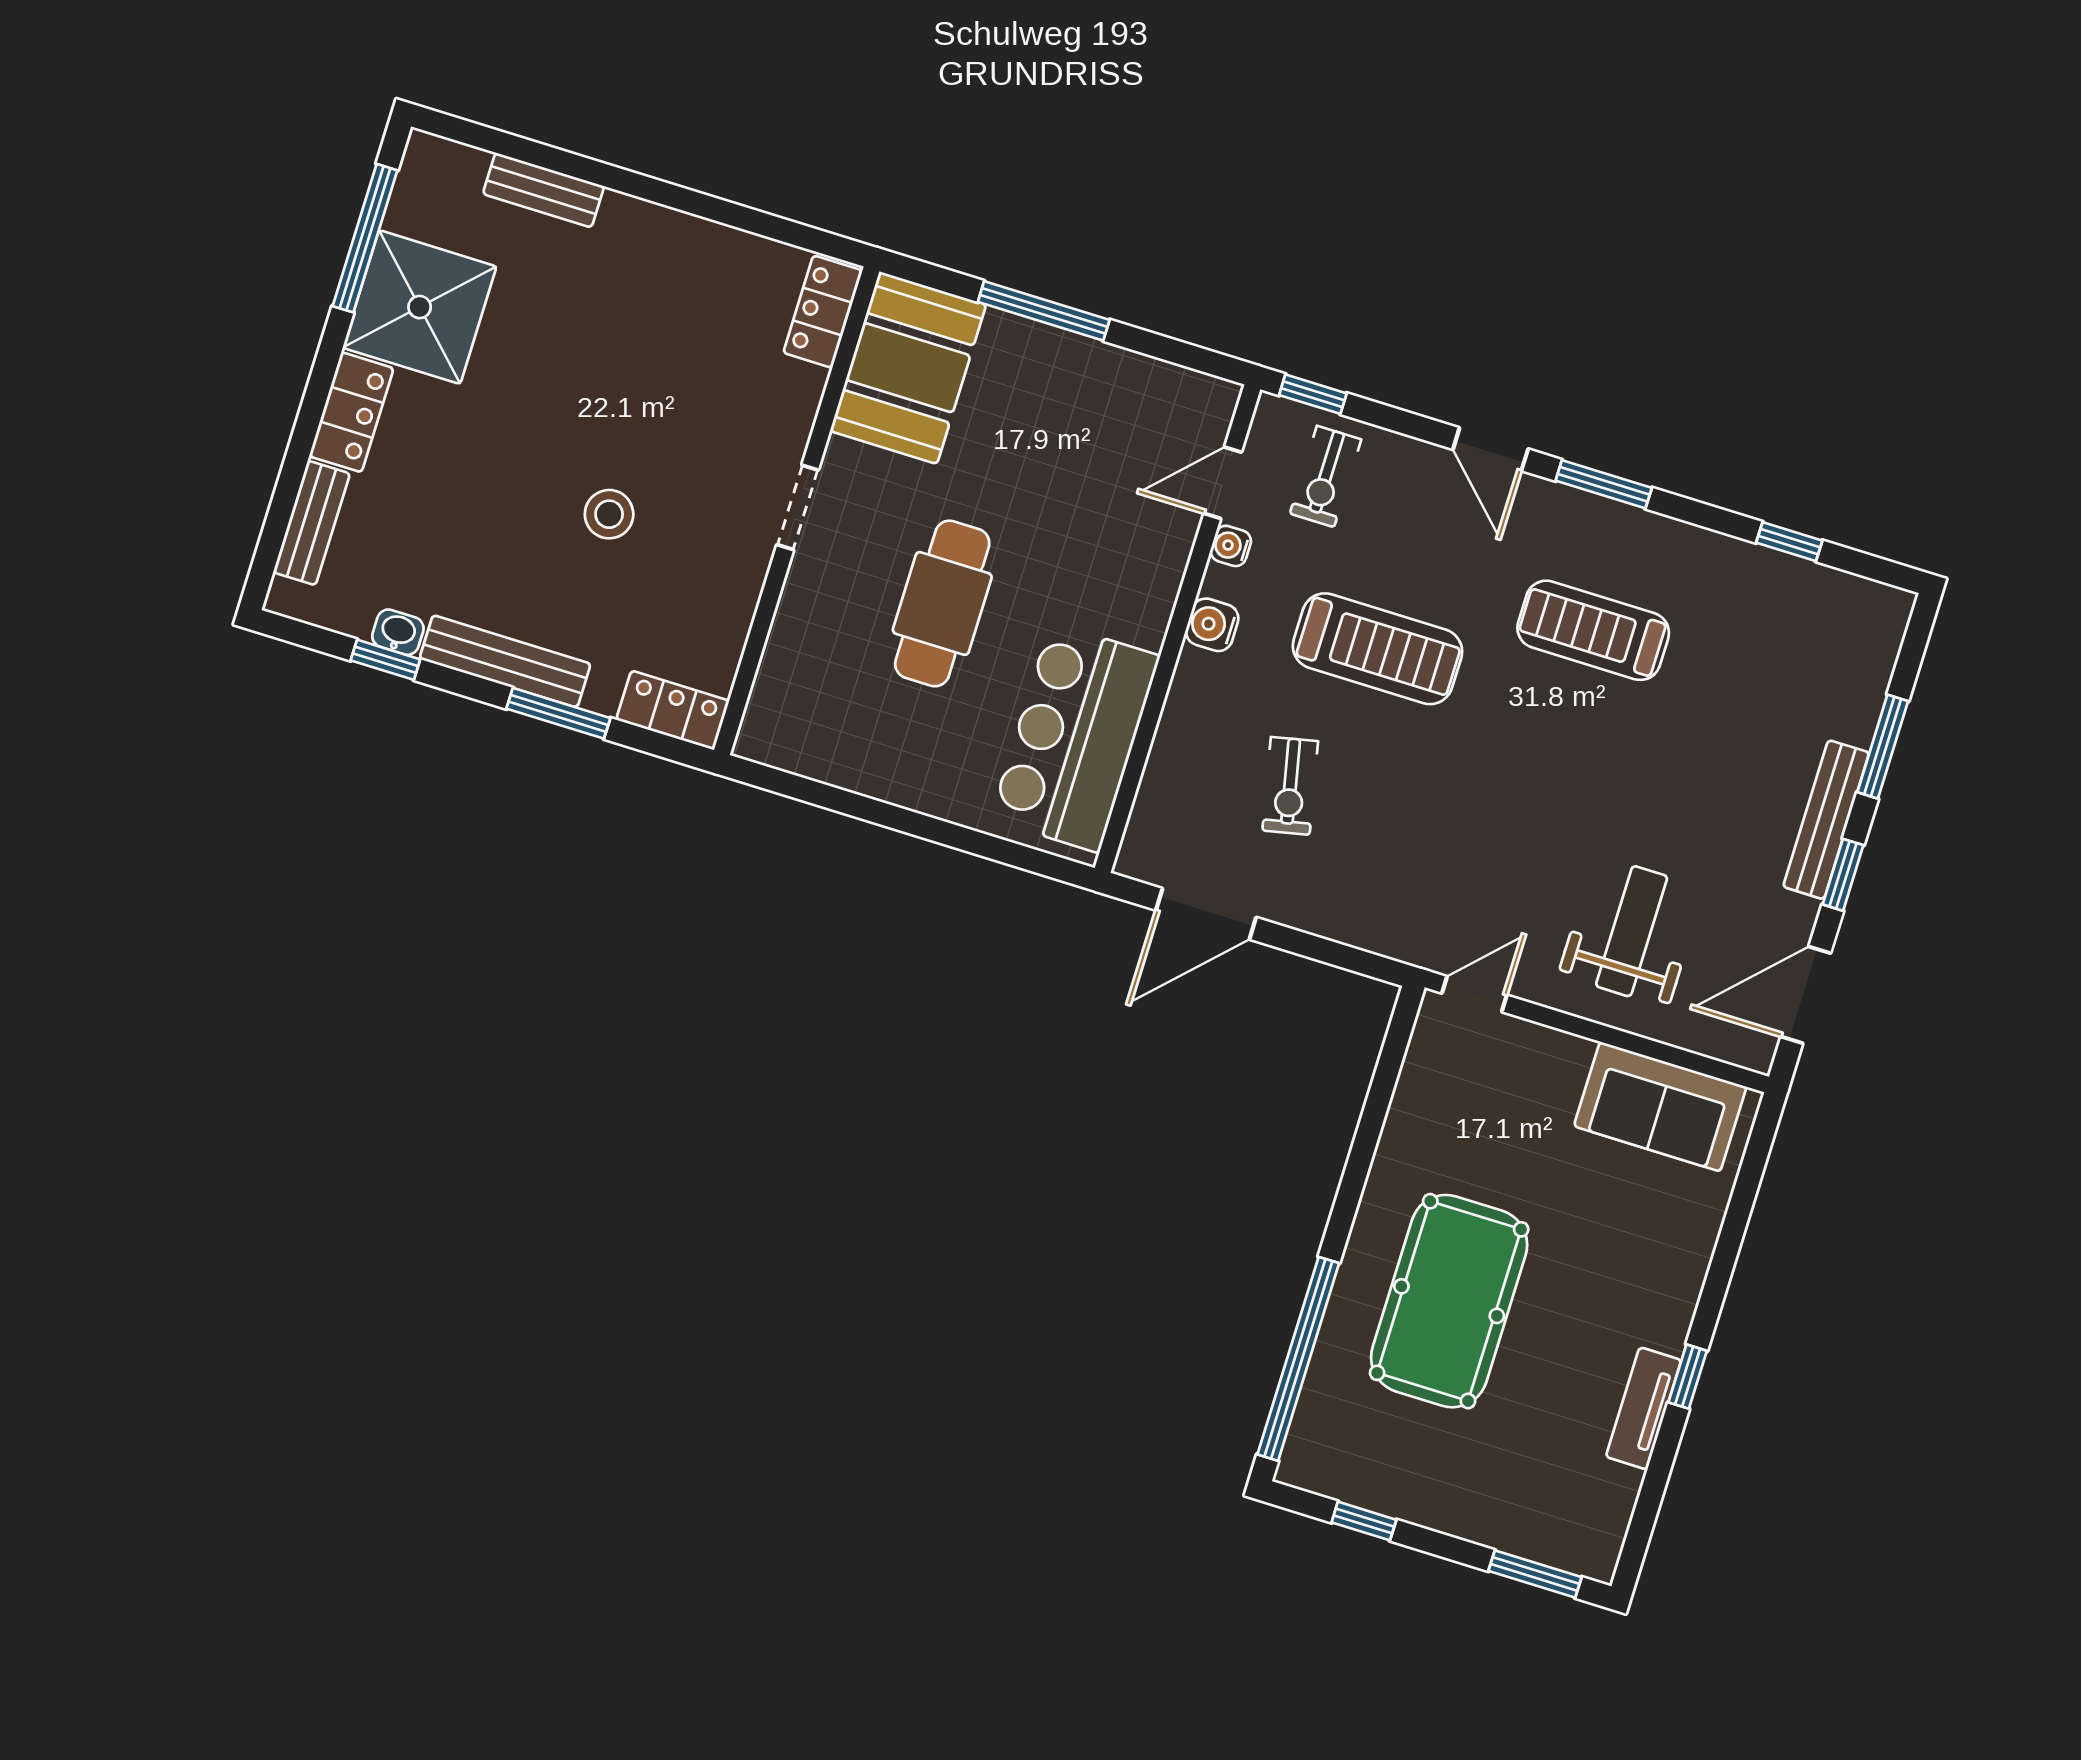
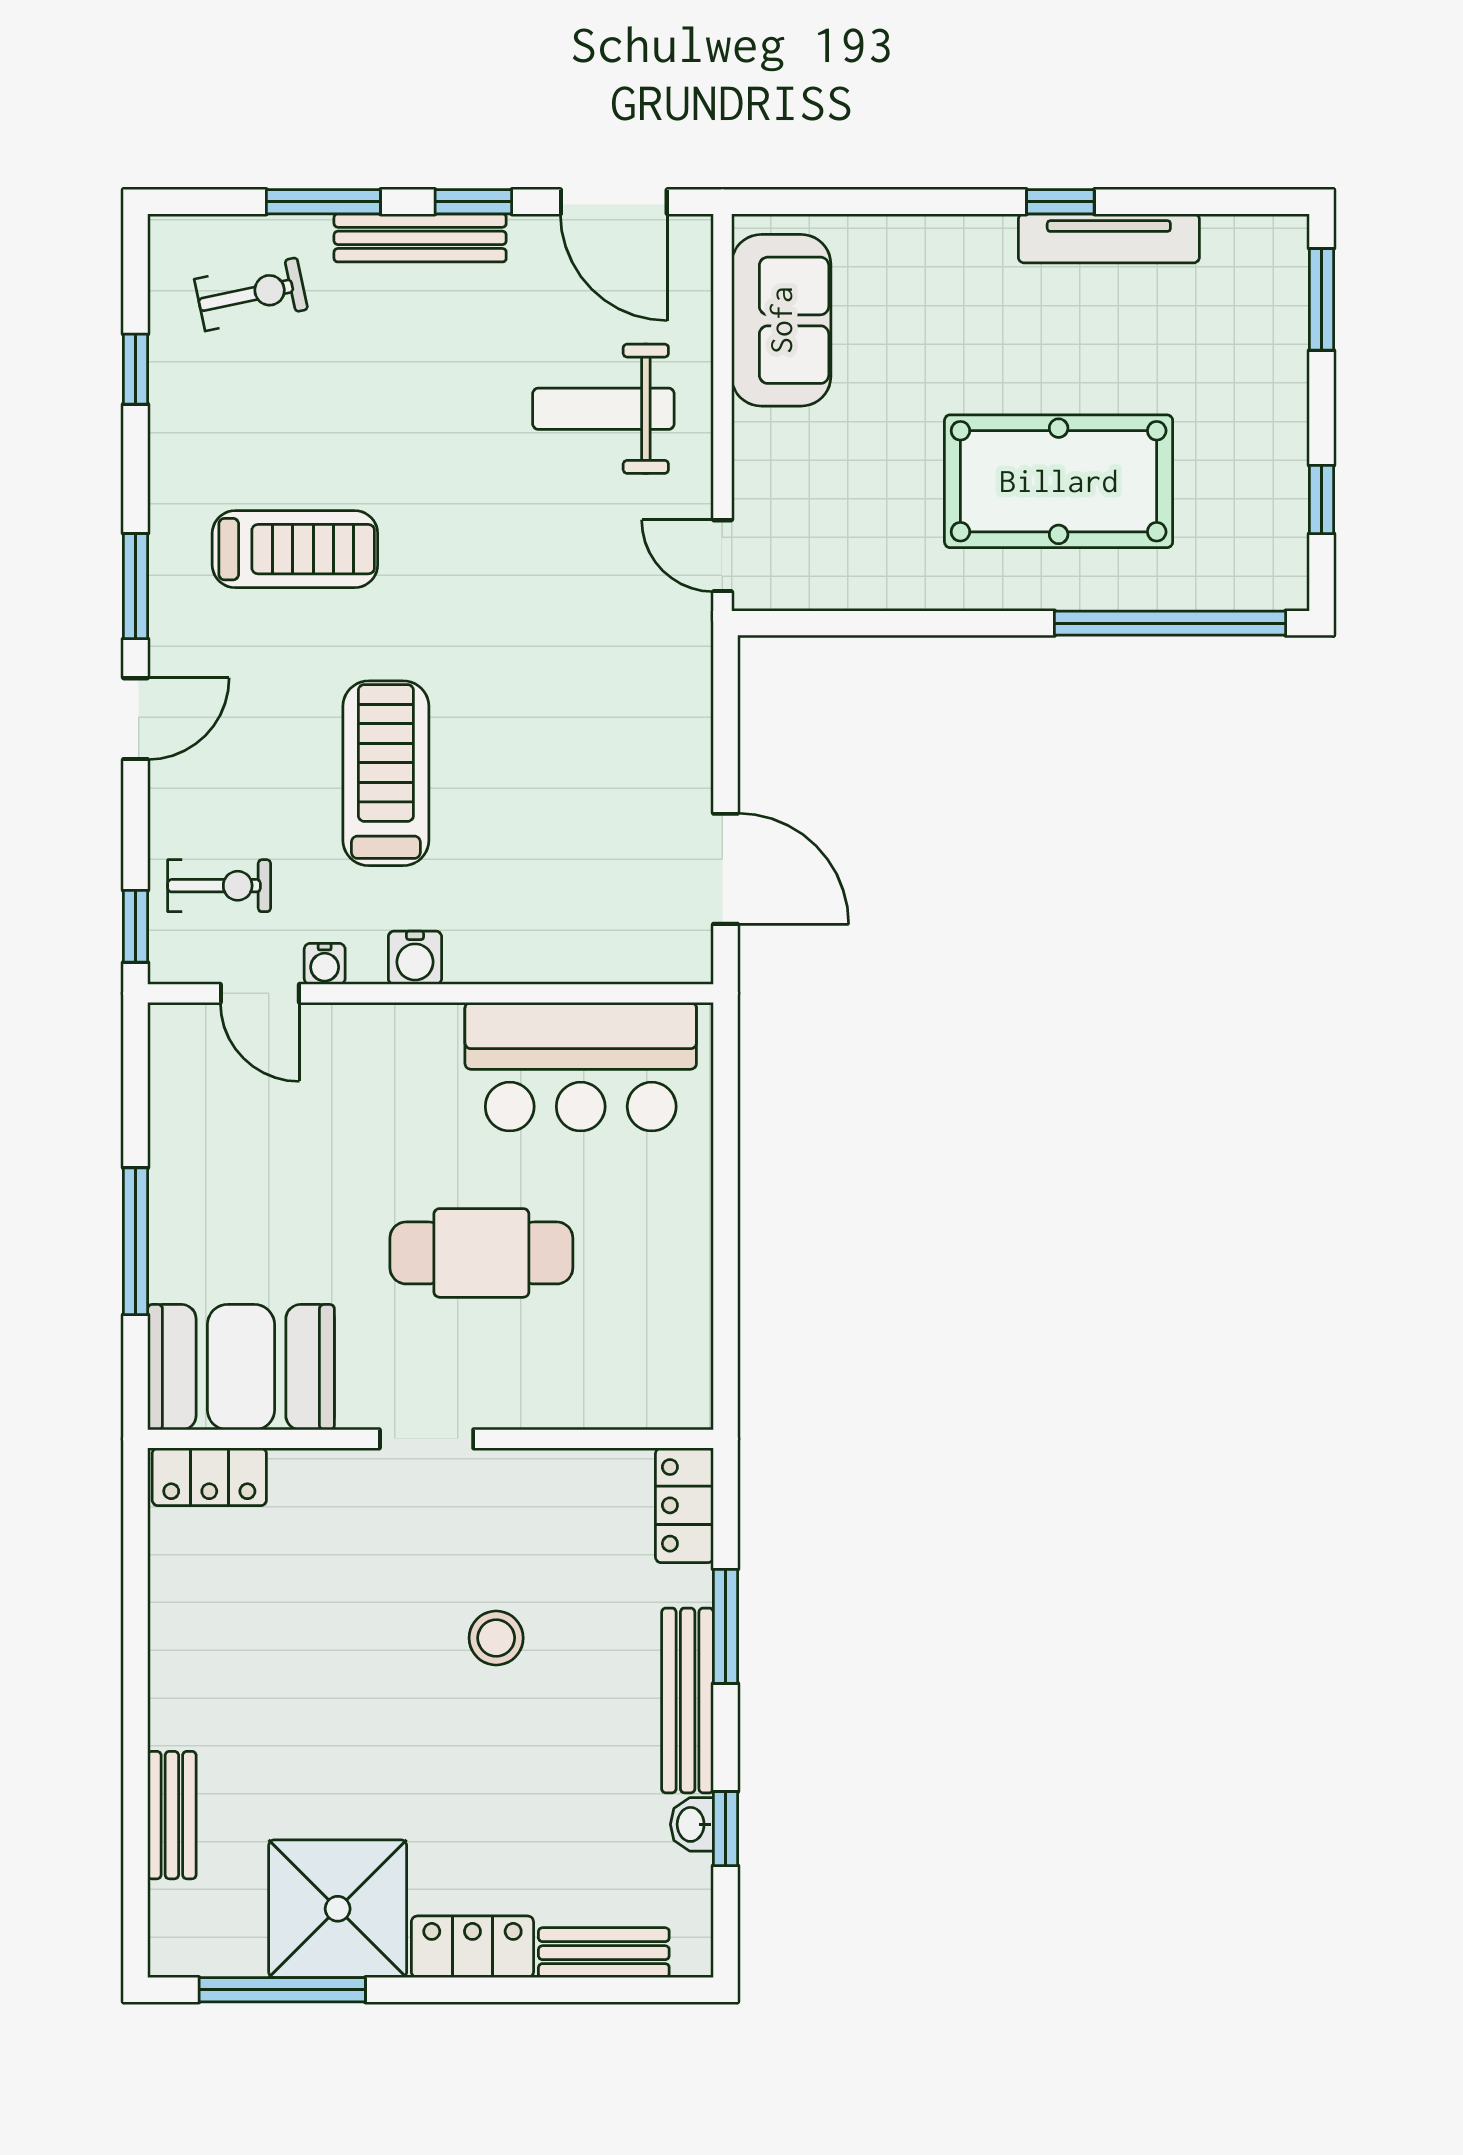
treadmill: (1593, 630) -> (295, 549), turned -90
exercise bike: (1290, 786) -> (251, 294), moved
tv unit: (1644, 1408) -> (1109, 238), width x1.41

